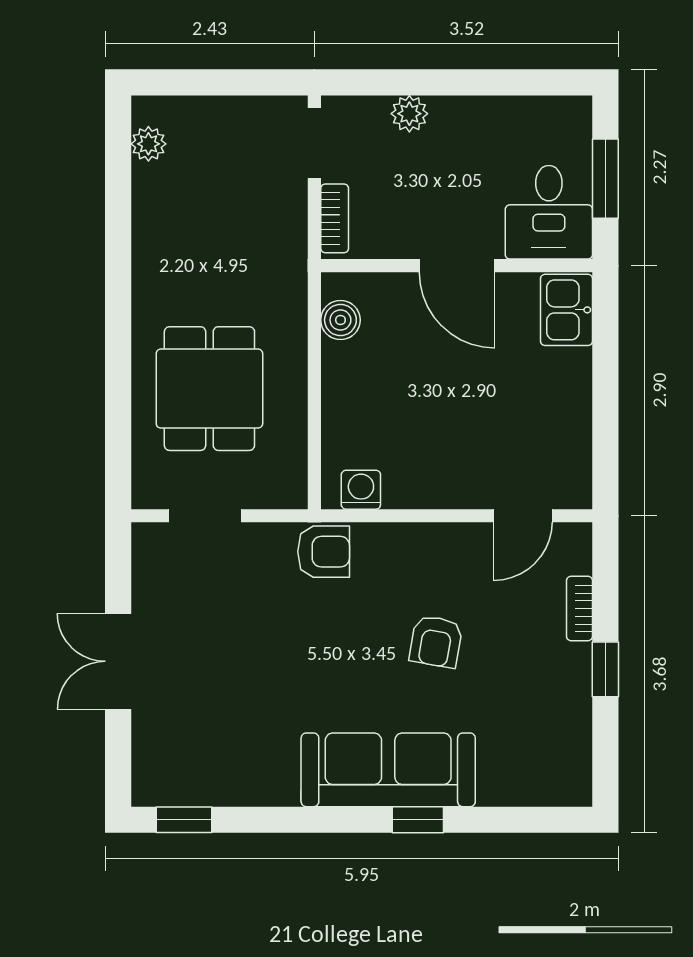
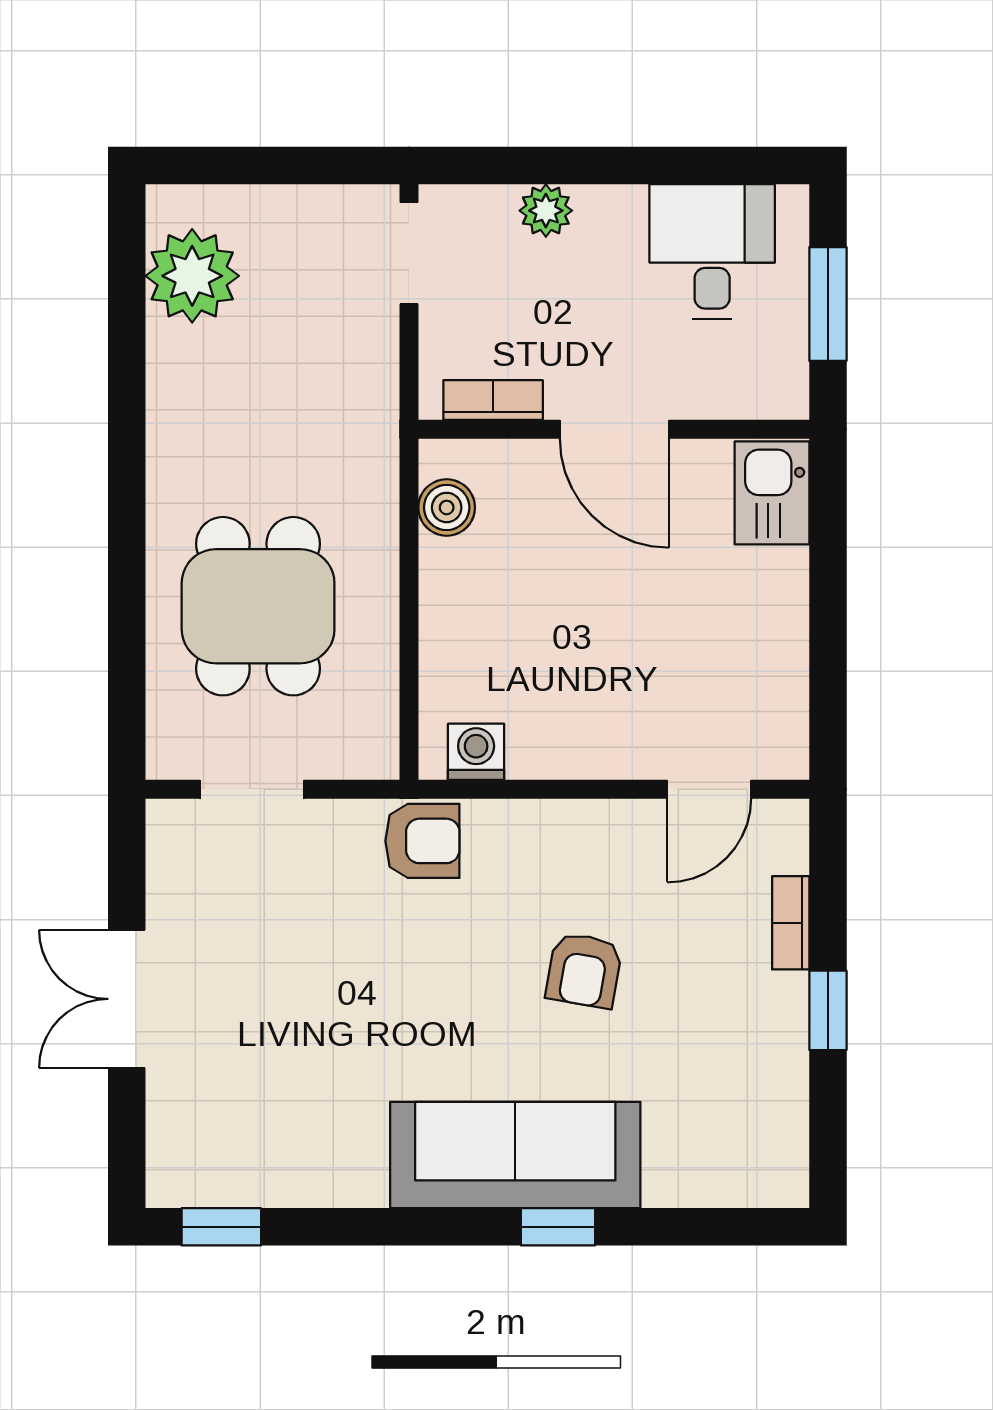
plant: (148, 144) -> (192, 276), width x1.88, depth x1.88
desk: (549, 212) -> (712, 252), moved, turned 180
bookcase: (335, 218) -> (493, 400), moved, turned -90

